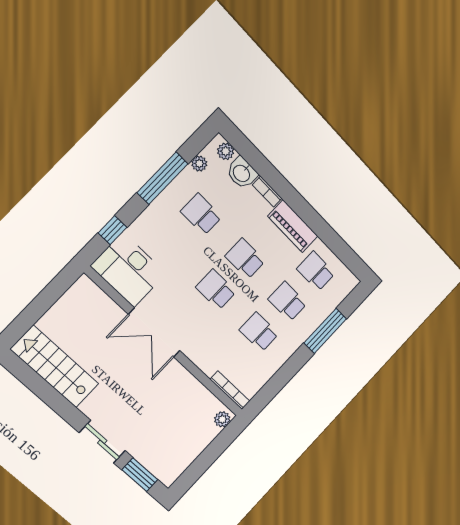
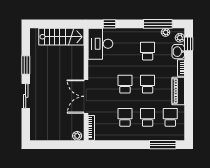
window: (245, 148) -> (189, 44), added
window: (162, 178) -> (158, 24), moved
window: (325, 331) -> (163, 145), moved
double door: (154, 333) -> (86, 96), moved
stairs: (55, 367) -> (61, 37), moved, turned 90
window: (140, 475) -> (26, 65), moved

